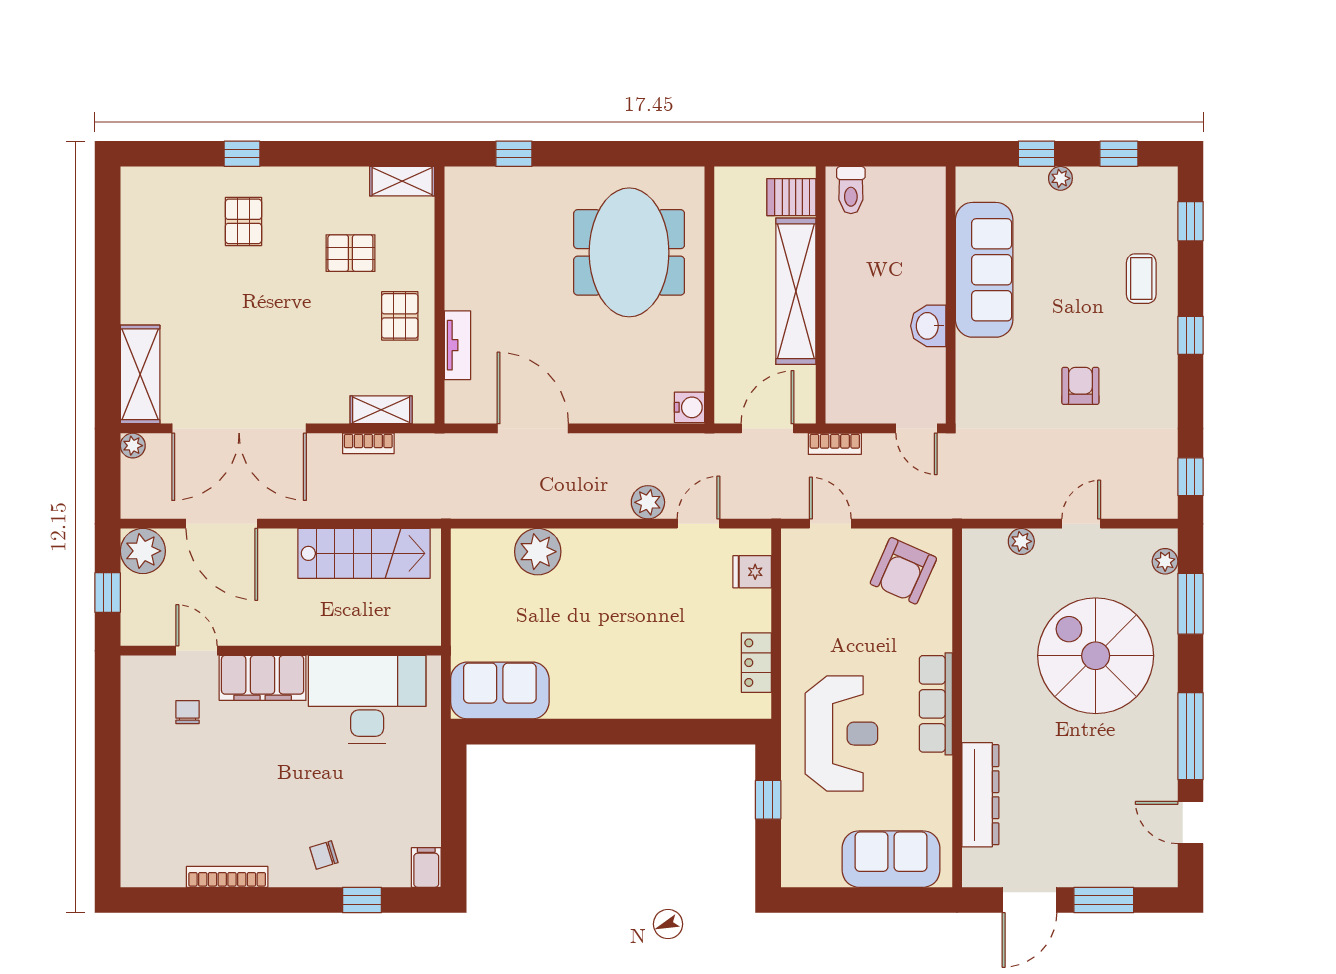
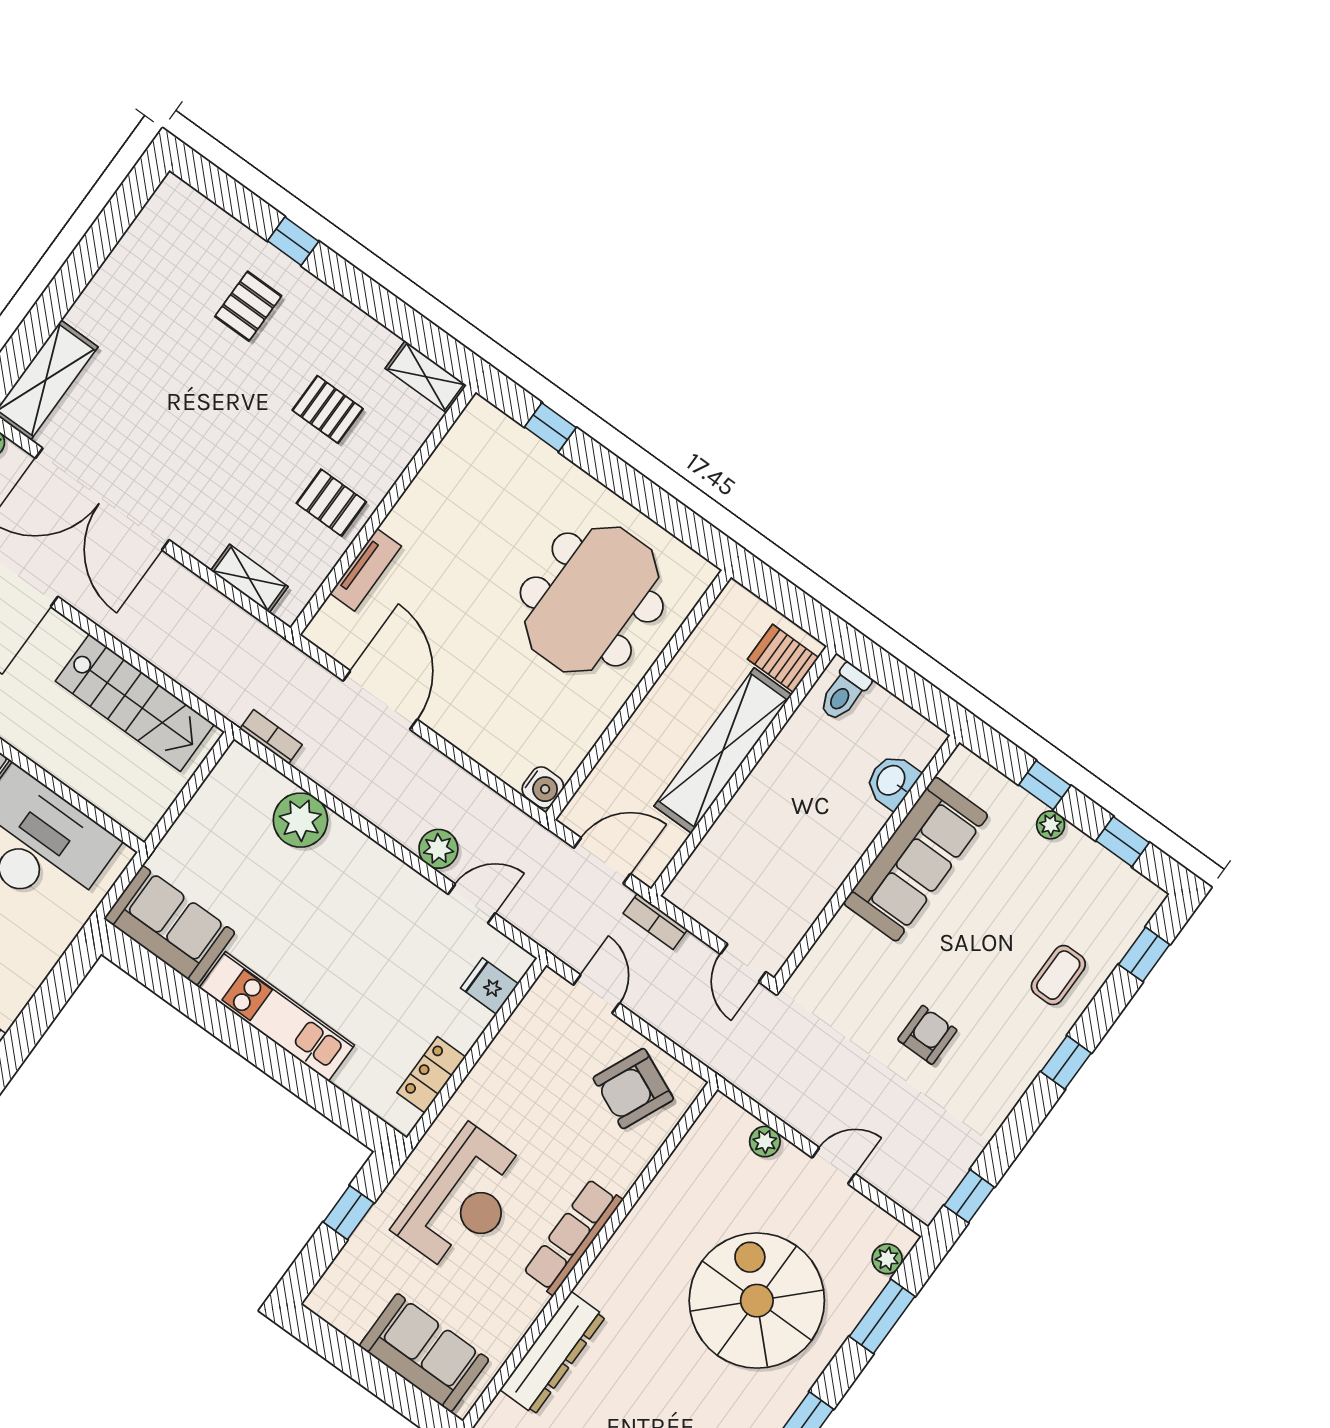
pallet: (400, 316) -> (331, 503), turned 90
washbasin: (928, 326) -> (892, 781), moved
bookcase: (368, 443) -> (271, 737), moved, turned 180
kitchen unit: (620, 700) -> (277, 1016), added

